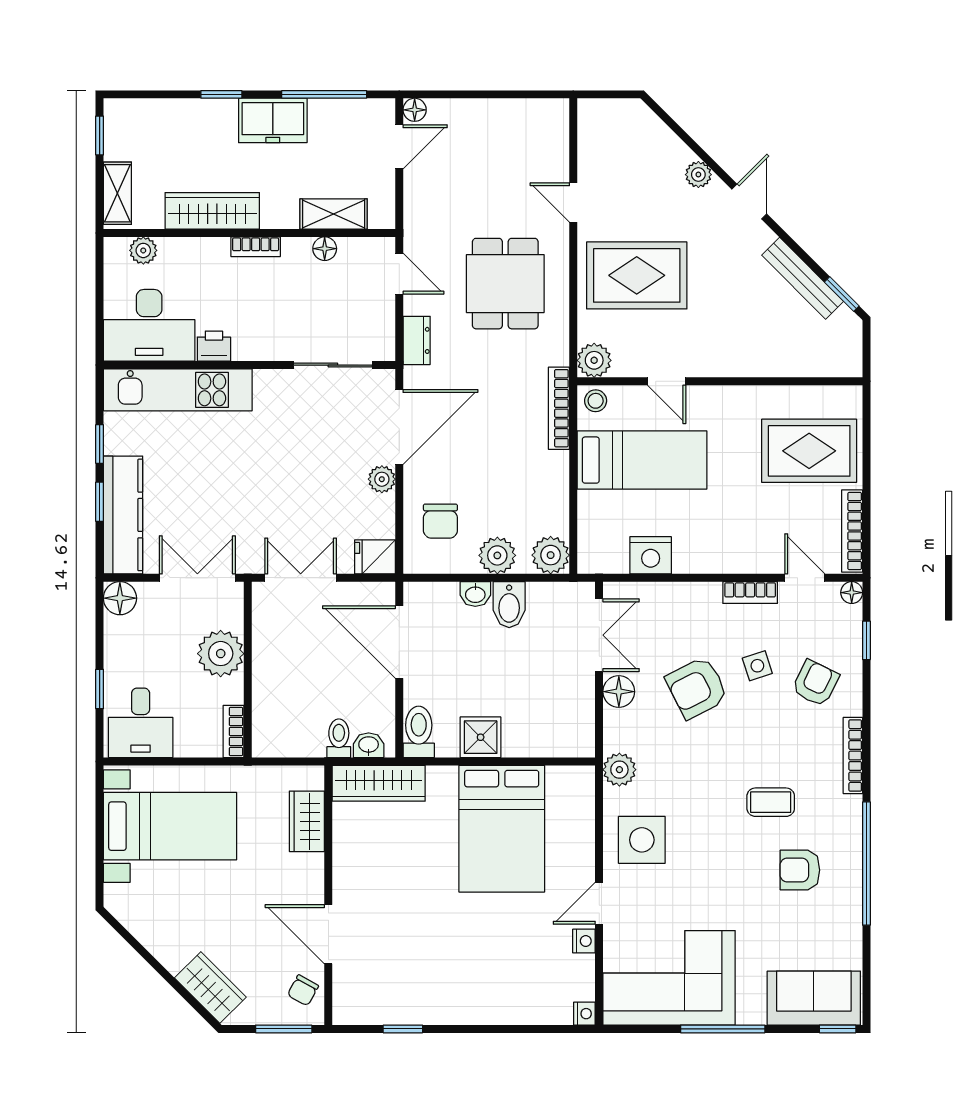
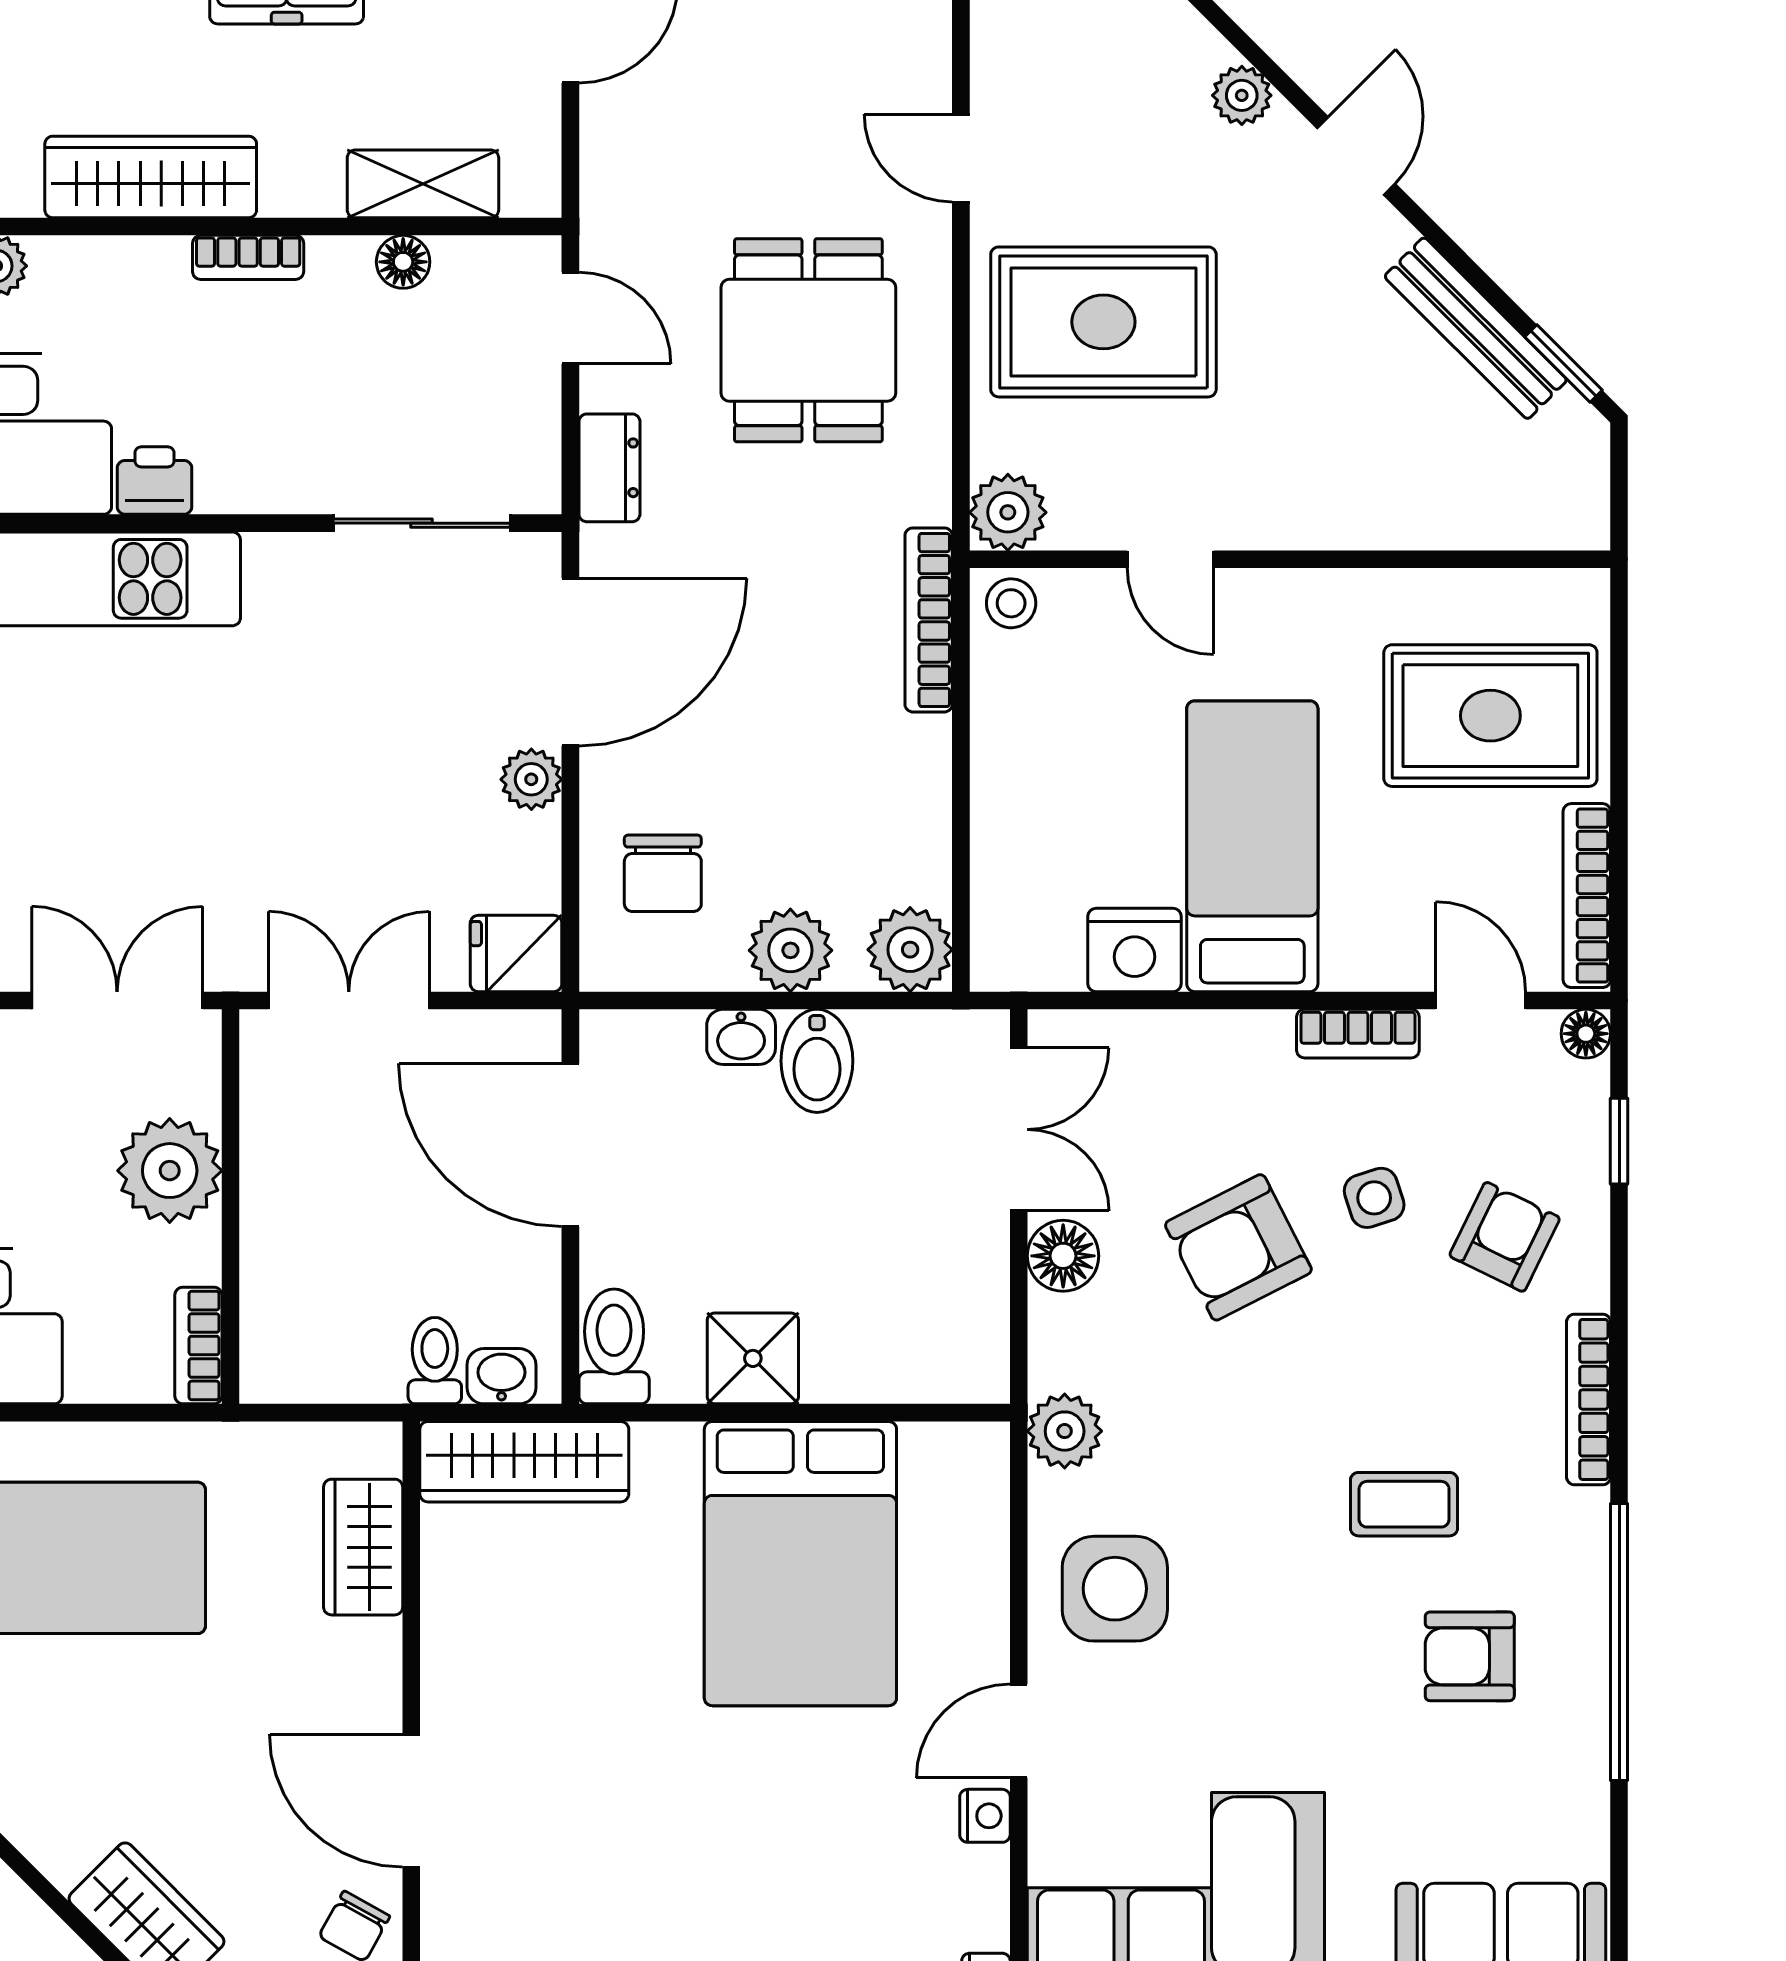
bed: (642, 460) -> (1252, 846), moved, turned -90

